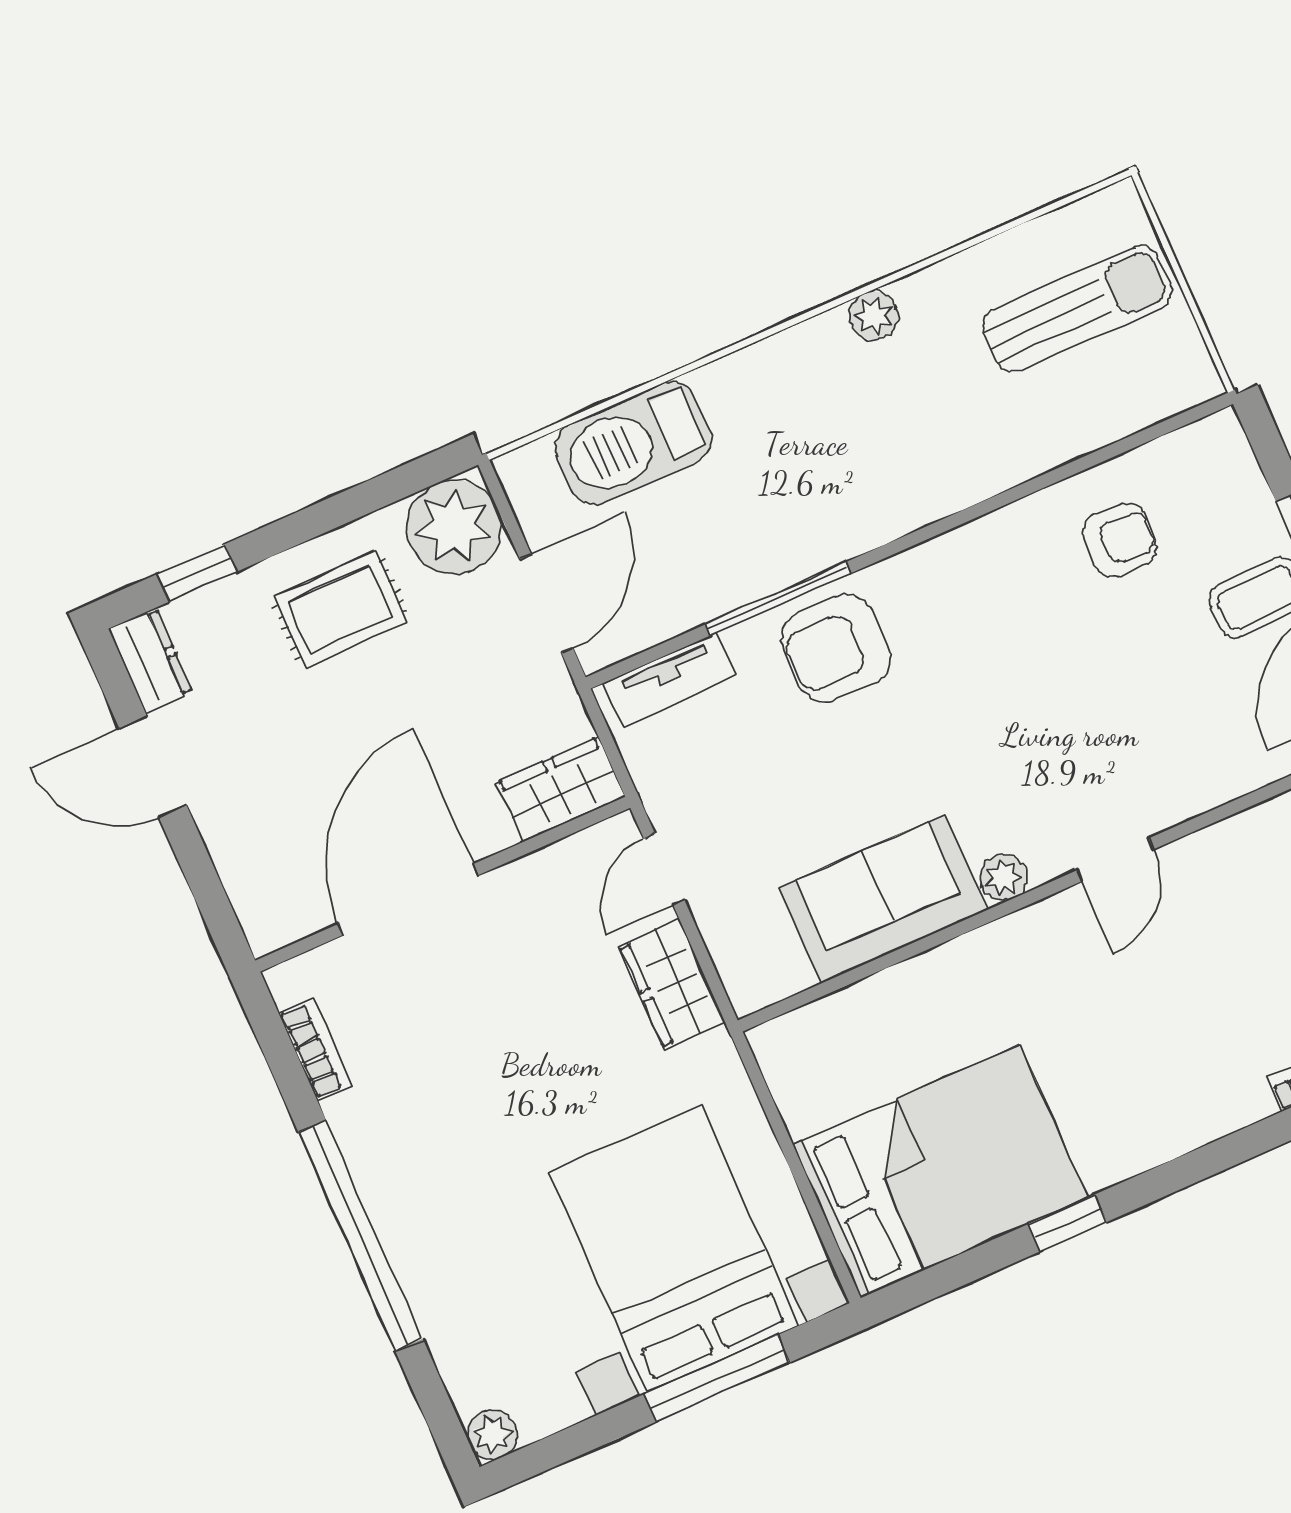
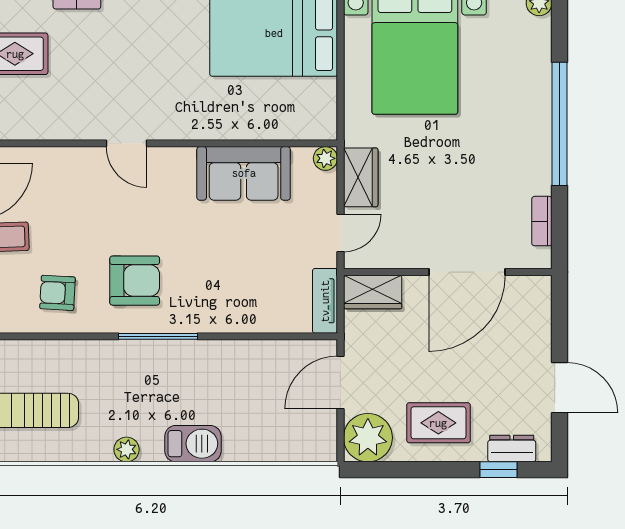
barbecue: (633, 443) -> (193, 444), moved, width x0.73, depth x0.83
window: (778, 599) -> (158, 336), moved
armchair: (836, 648) -> (135, 281), moved
dresser: (151, 660) -> (512, 449), moved, turned 90
tv unit: (670, 680) -> (325, 301), moved, turned -90
door: (1115, 860) -> (126, 143), swing flipped
plant: (1003, 877) -> (325, 158), moved

